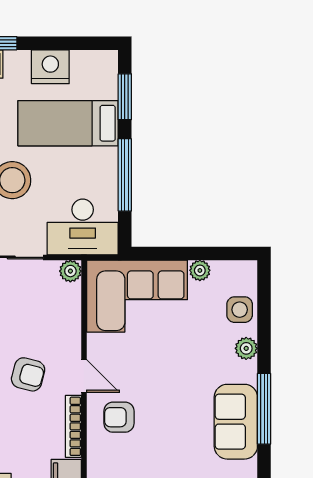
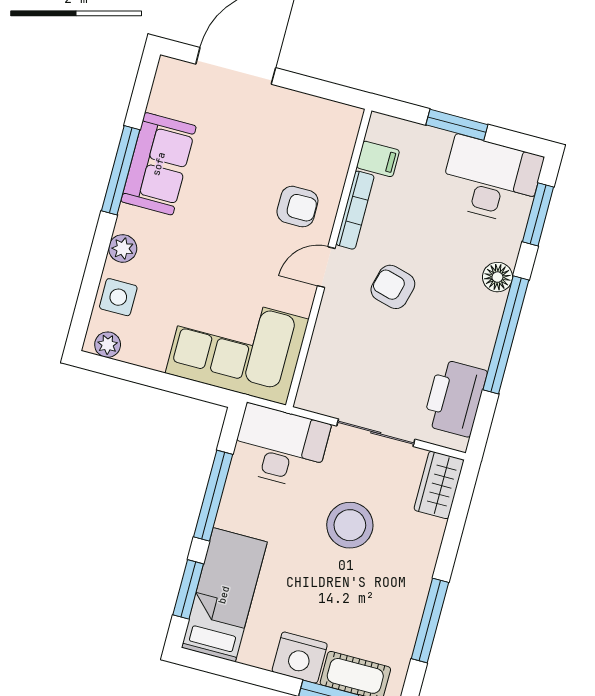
nightstand: (50, 67) -> (300, 658), moved
bed: (68, 123) -> (224, 595), moved, turned -90
plant: (200, 270) -> (108, 345), moved
plant: (70, 271) -> (309, 397), removed
door: (84, 376) -> (326, 267), hinge flipped

